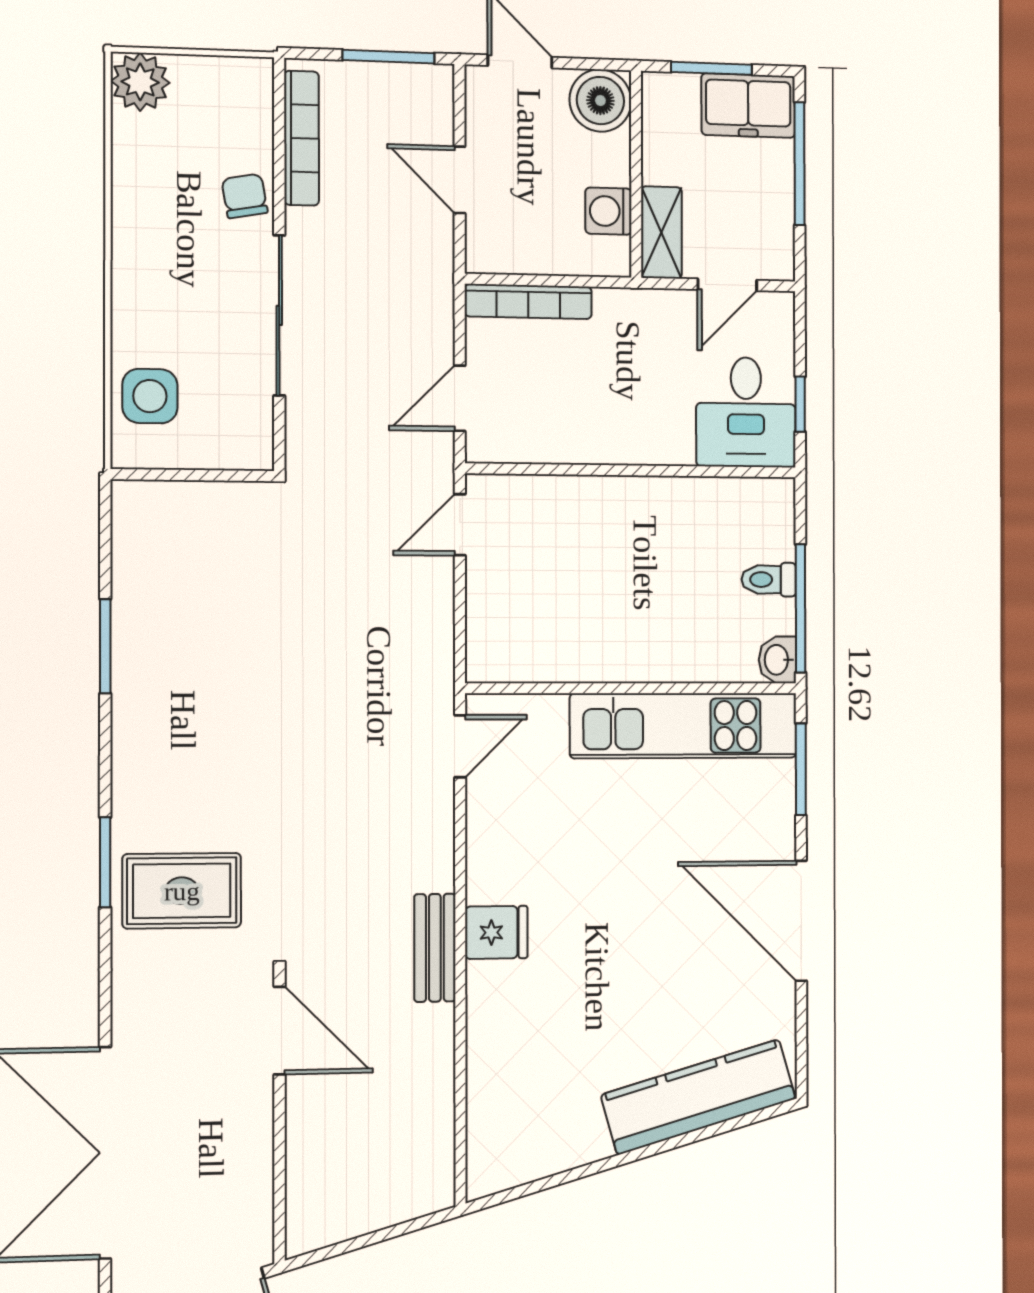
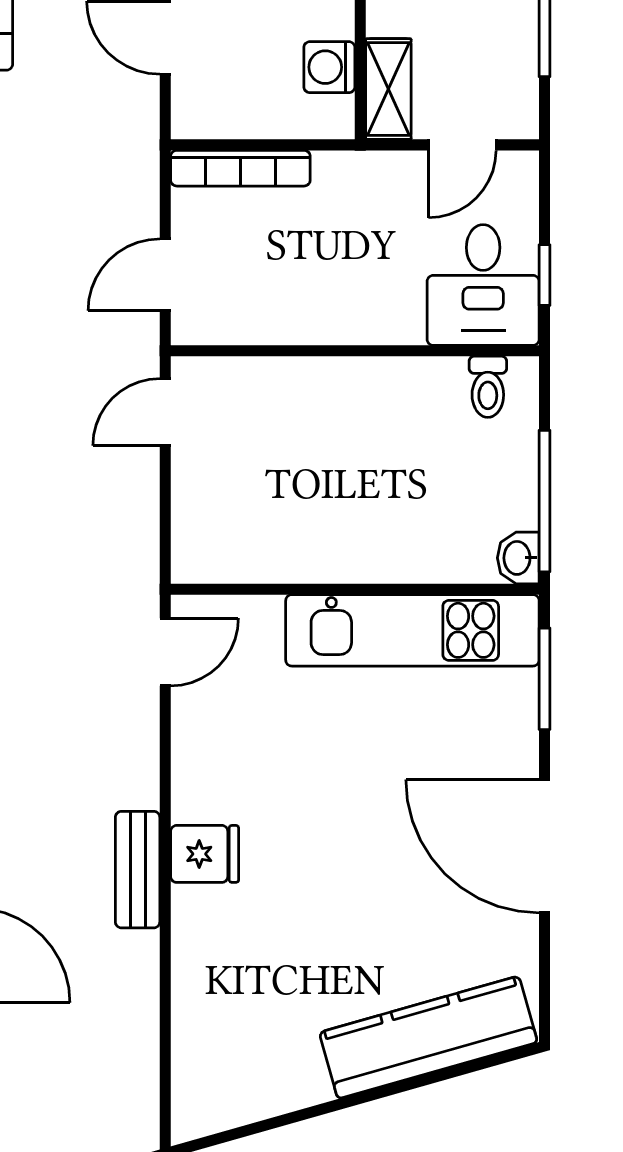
toilet: (769, 580) -> (488, 387), moved, turned -90

